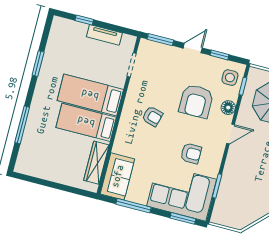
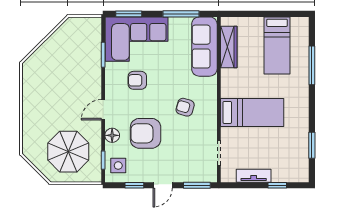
window: (38, 64) -> (312, 145), moved
armchair: (196, 101) -> (146, 133), turned -90
bed: (86, 122) -> (277, 45), moved, turned 90
sofa: (117, 176) -> (204, 47), width x1.36

